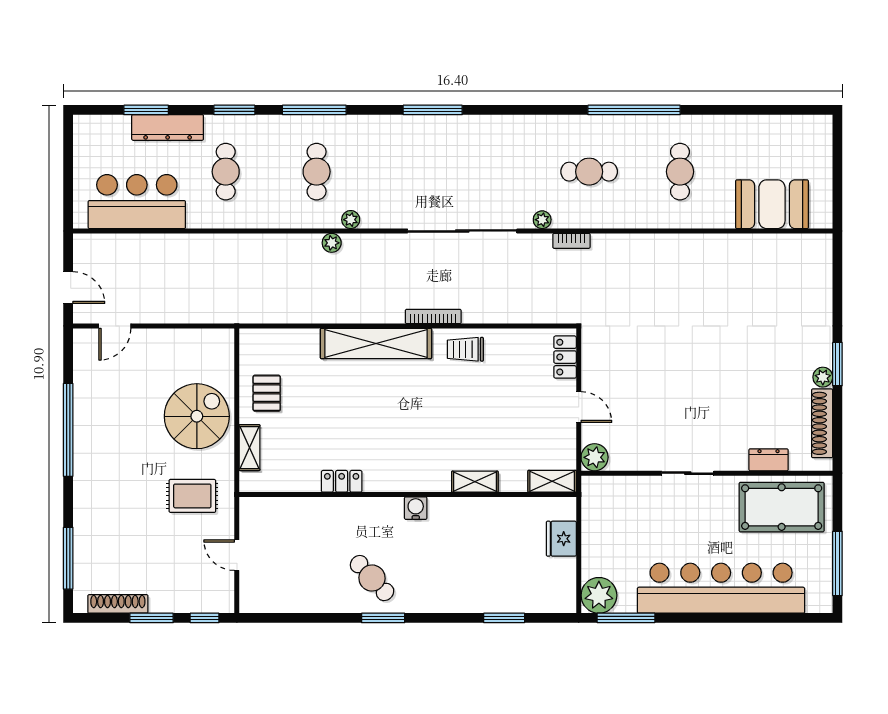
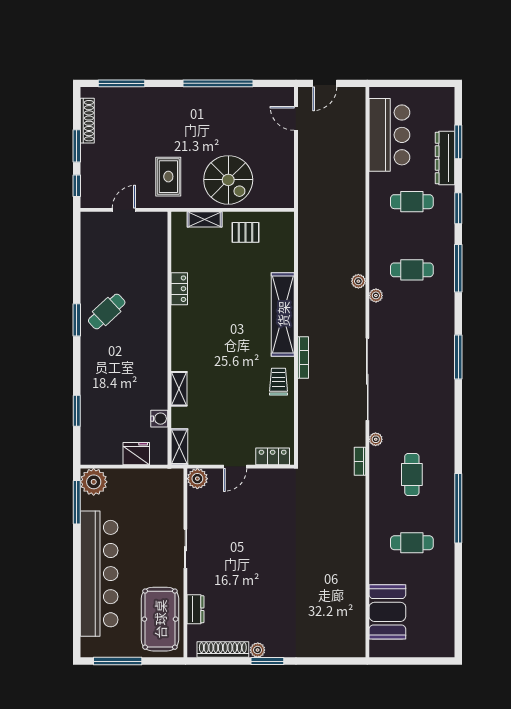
water cooler: (416, 508) -> (159, 419), moved

